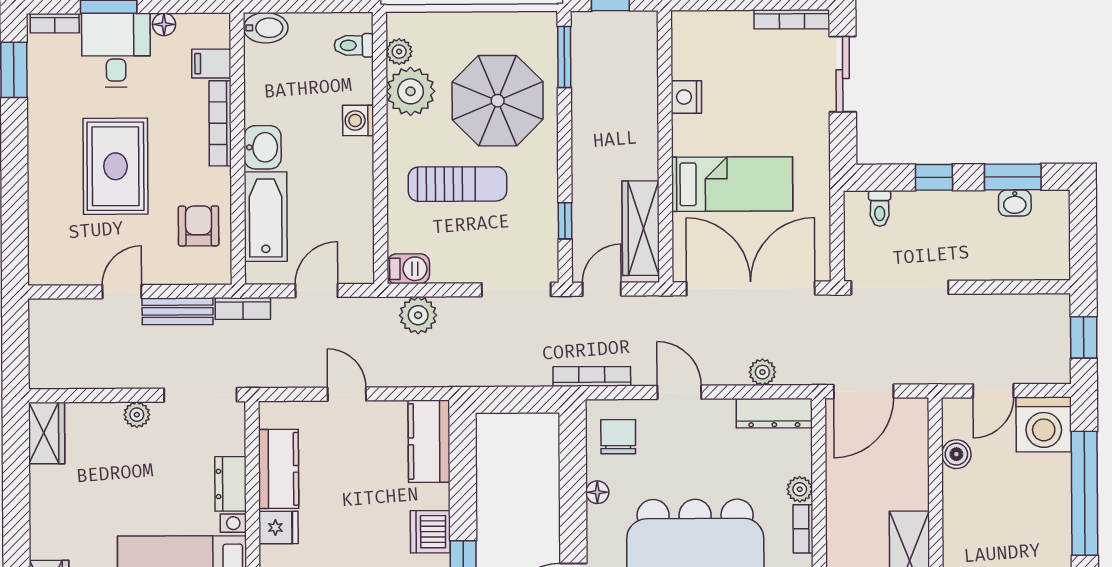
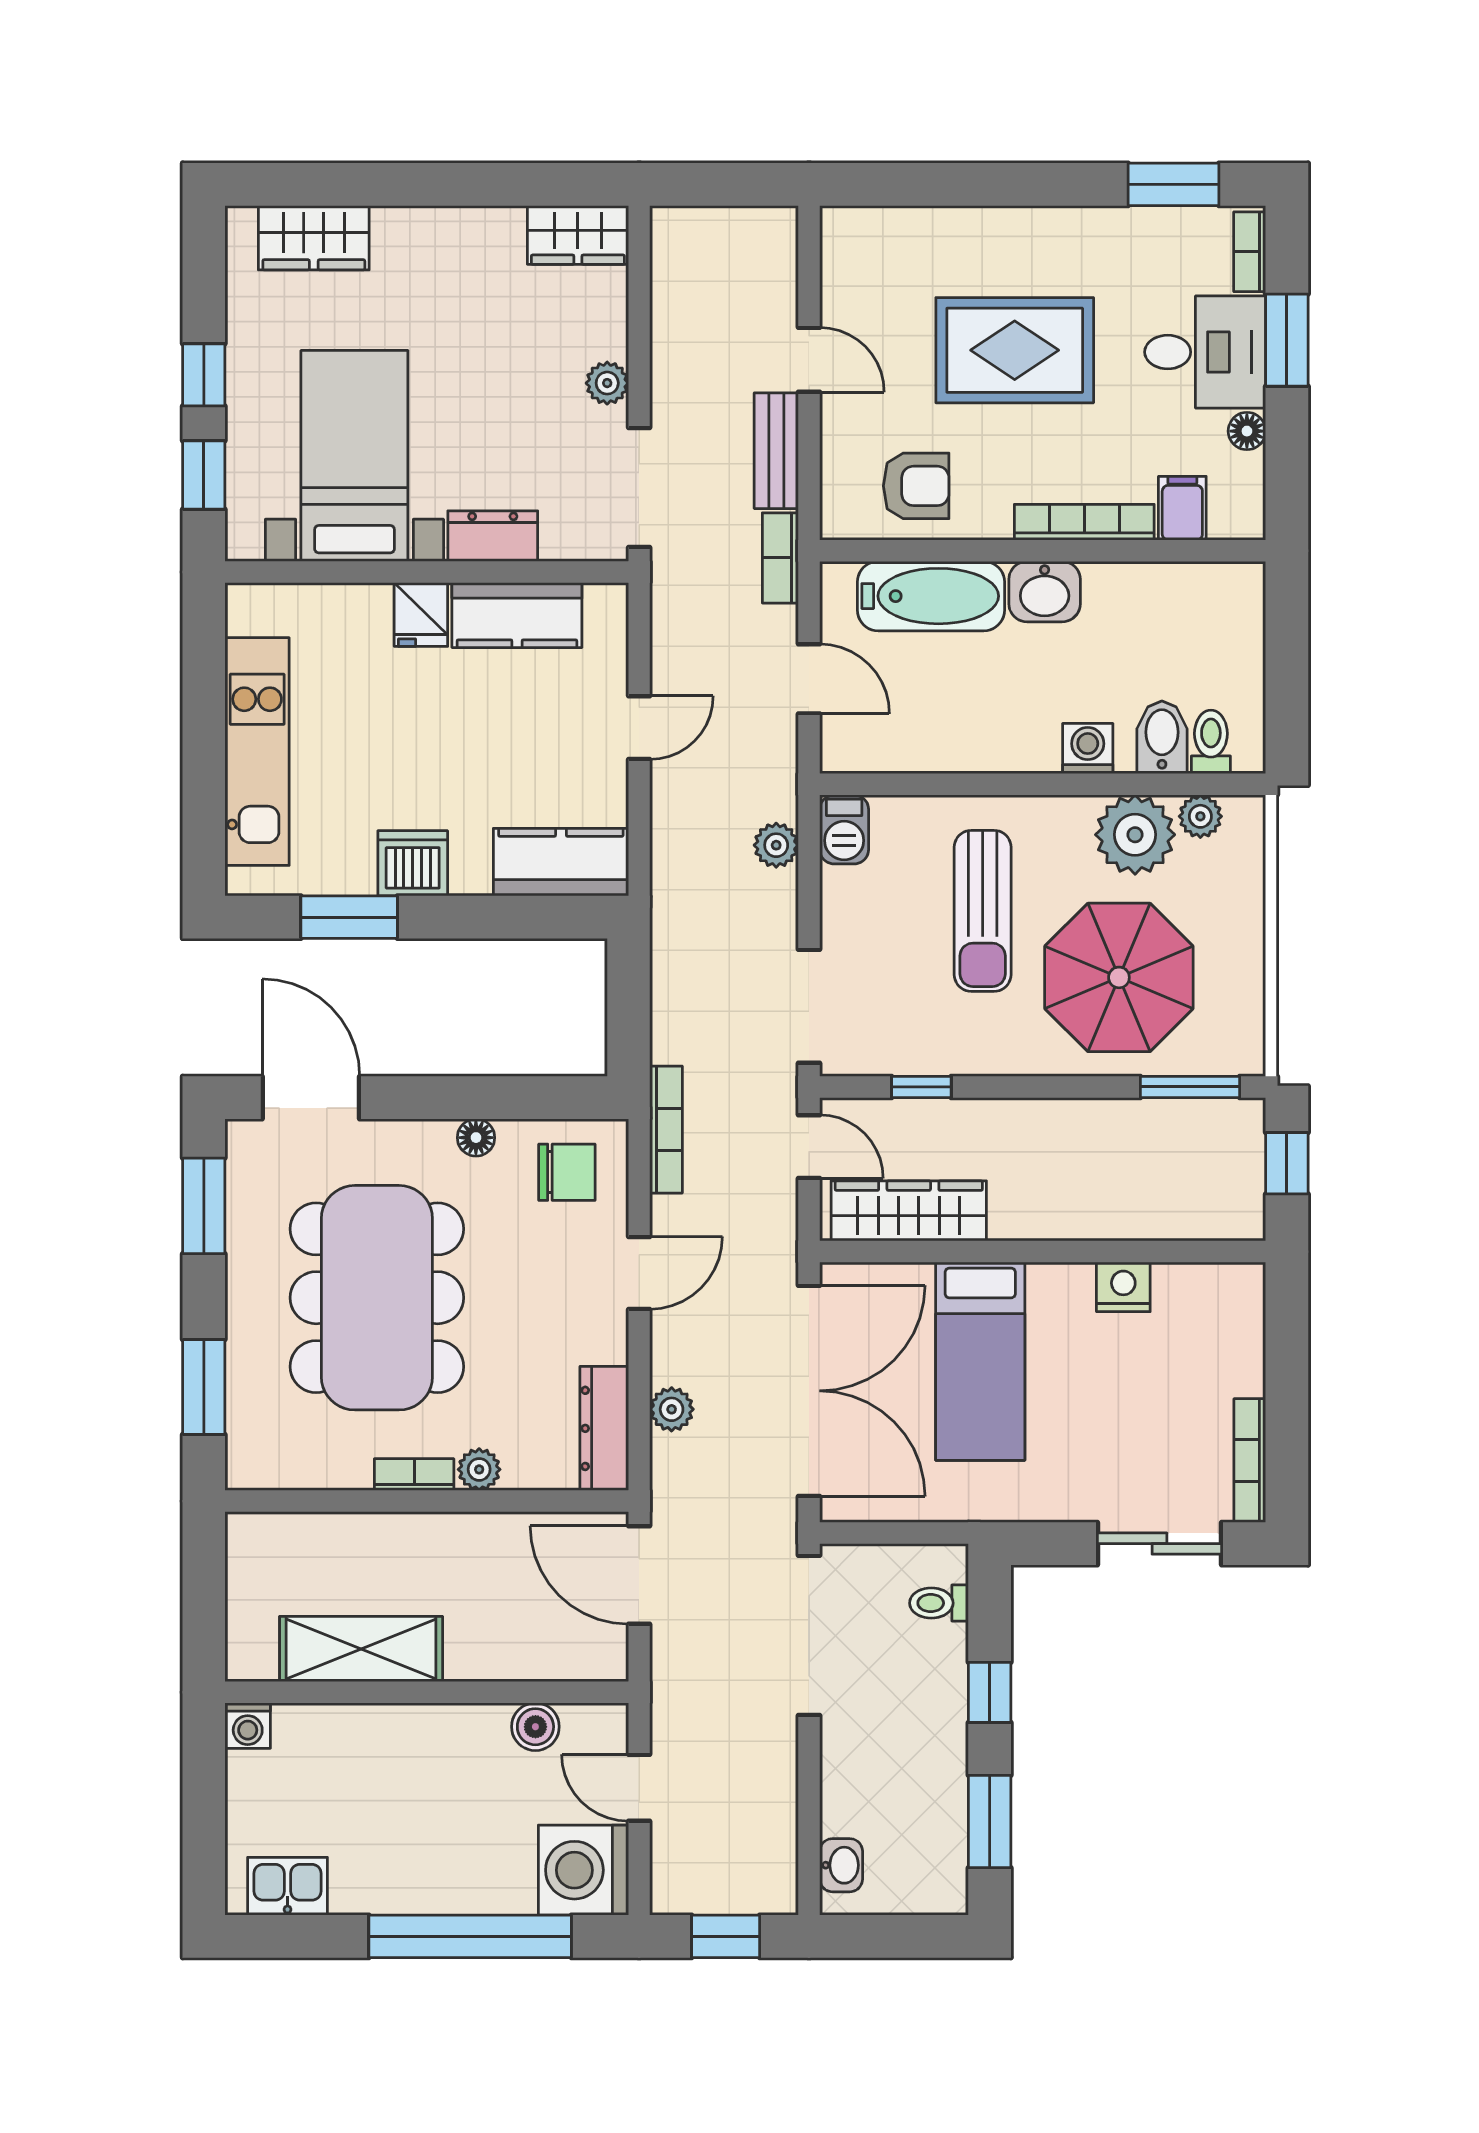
bidet: (266, 28) -> (1162, 737), moved, turned 180
washbasin: (1015, 203) -> (841, 1865), moved, turned 180
plant: (418, 315) -> (776, 845), width x0.73, depth x0.73

